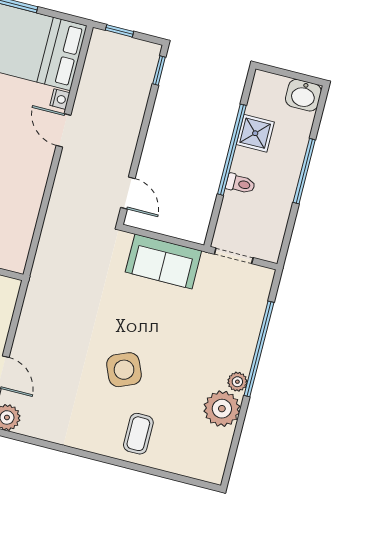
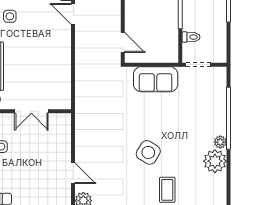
toilet: (240, 184) -> (191, 37), moved
side table: (124, 370) -> (148, 152), turned -36

